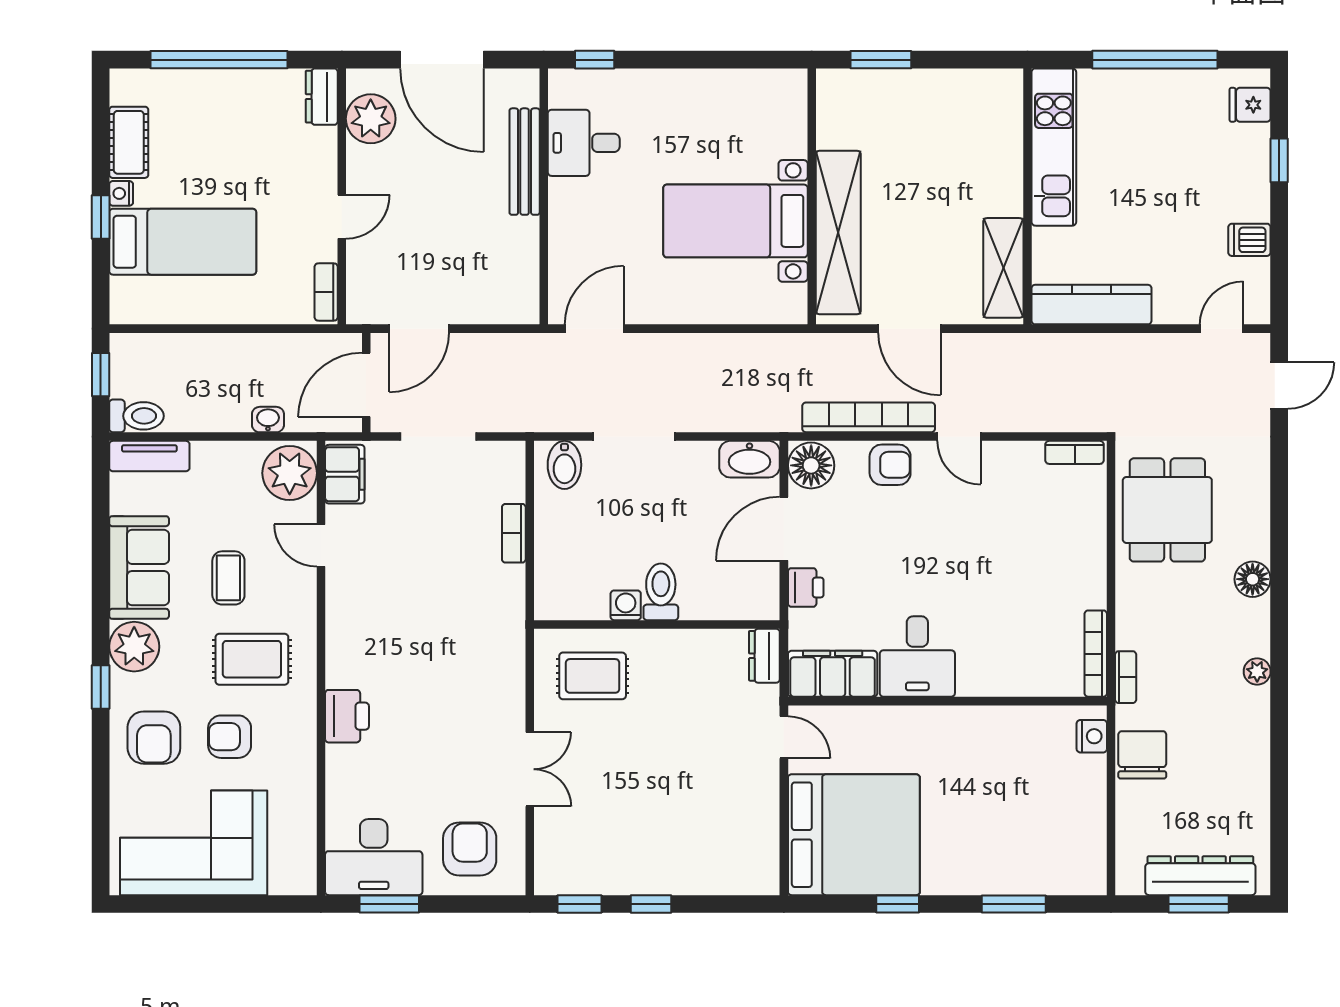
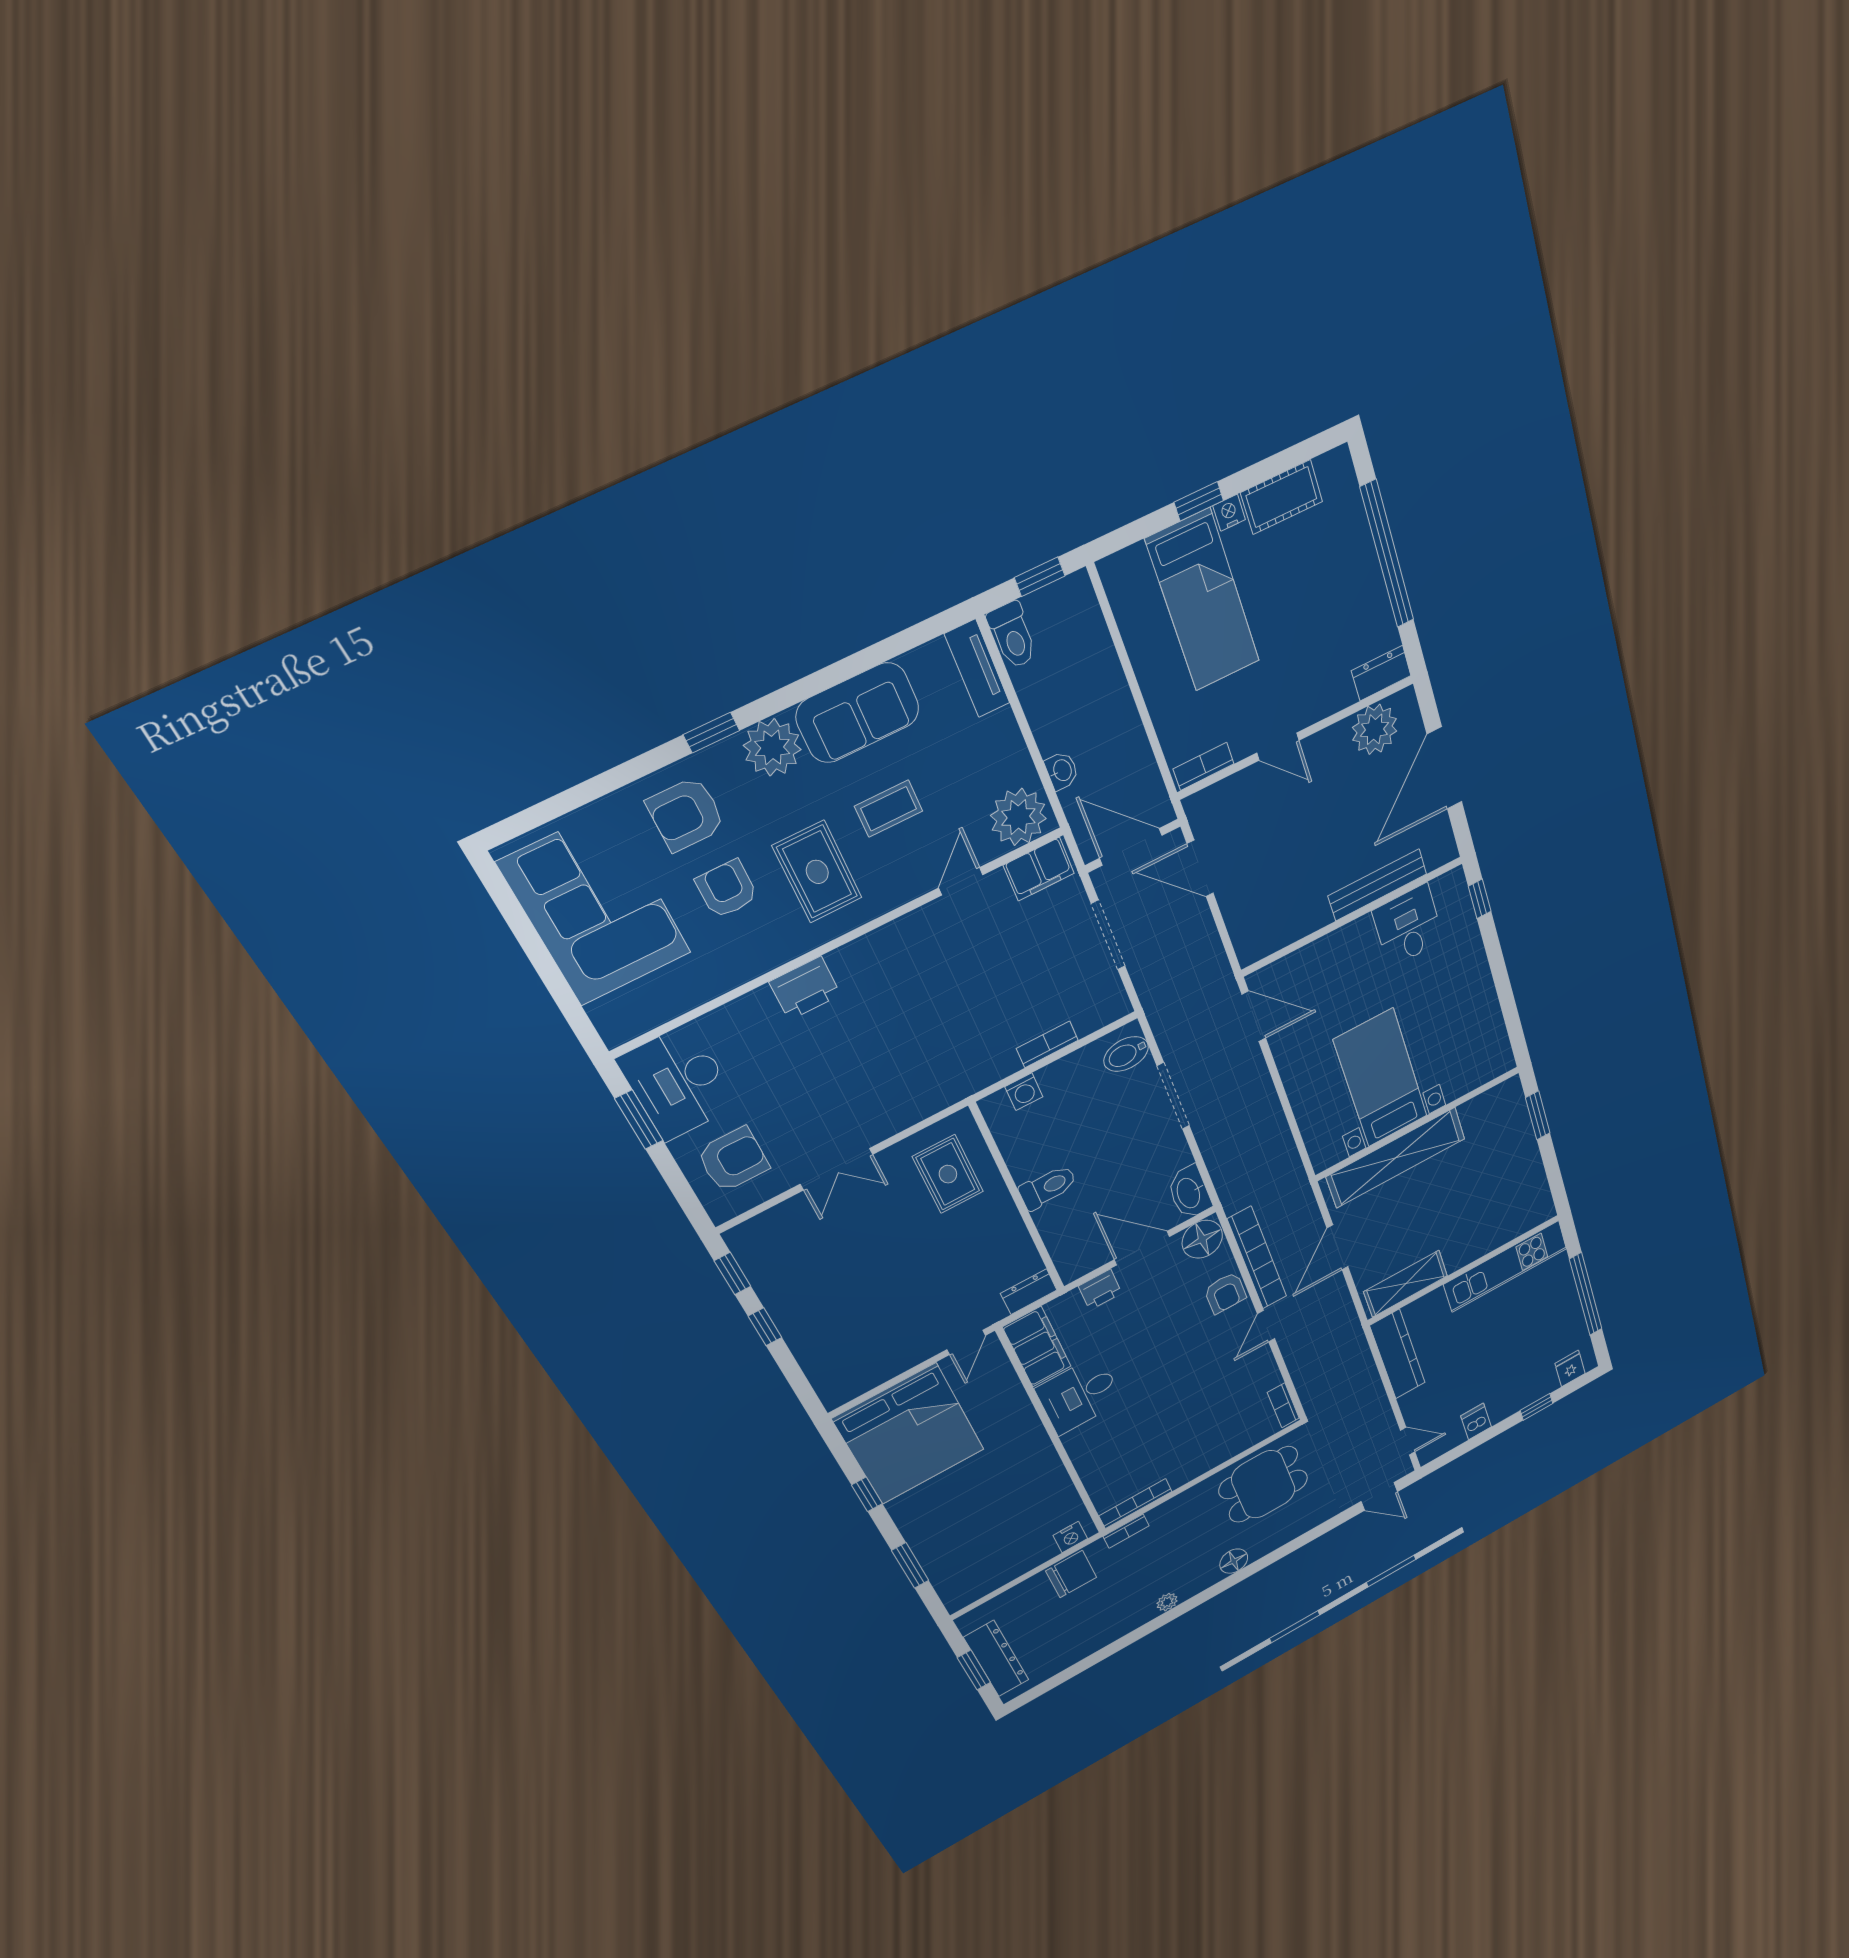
washing machine: (626, 605) -> (1024, 1092), moved, turned 90

